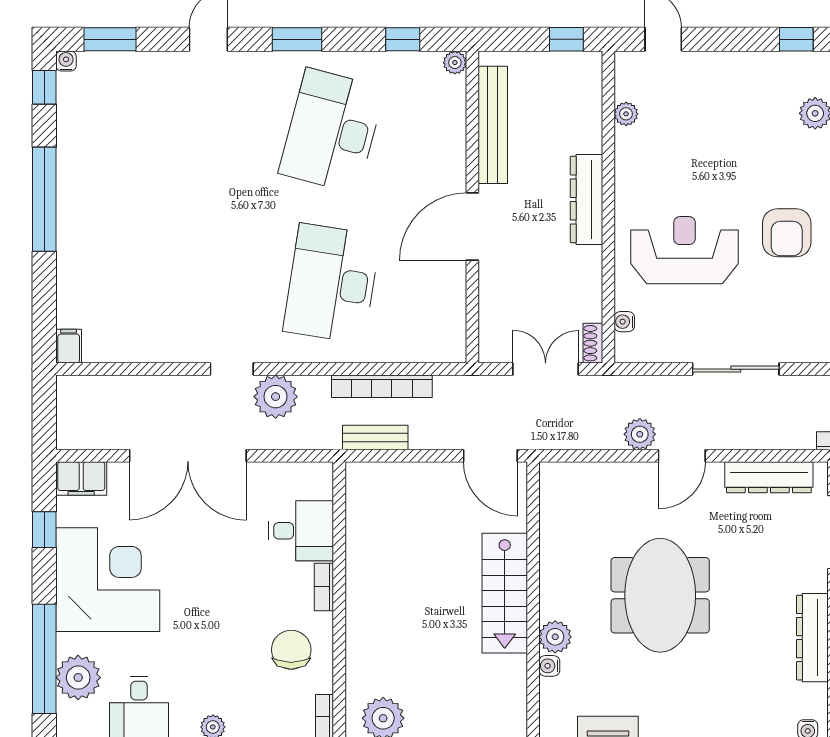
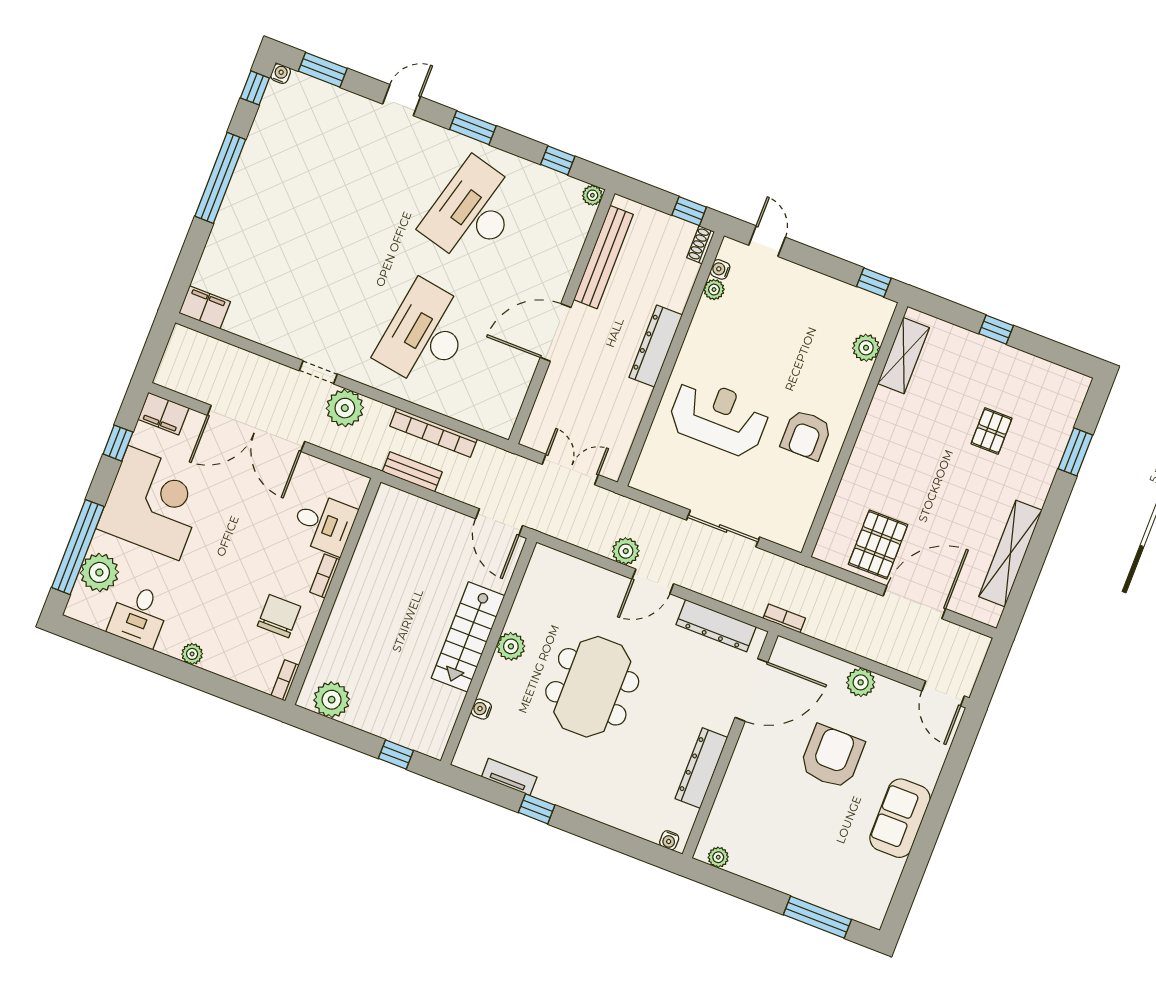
water cooler: (624, 322) -> (720, 269), moved
shoe rack: (593, 343) -> (701, 245), moved
filing cabinet: (69, 346) -> (205, 307), width x2.00
plant: (555, 637) -> (511, 646), moved

